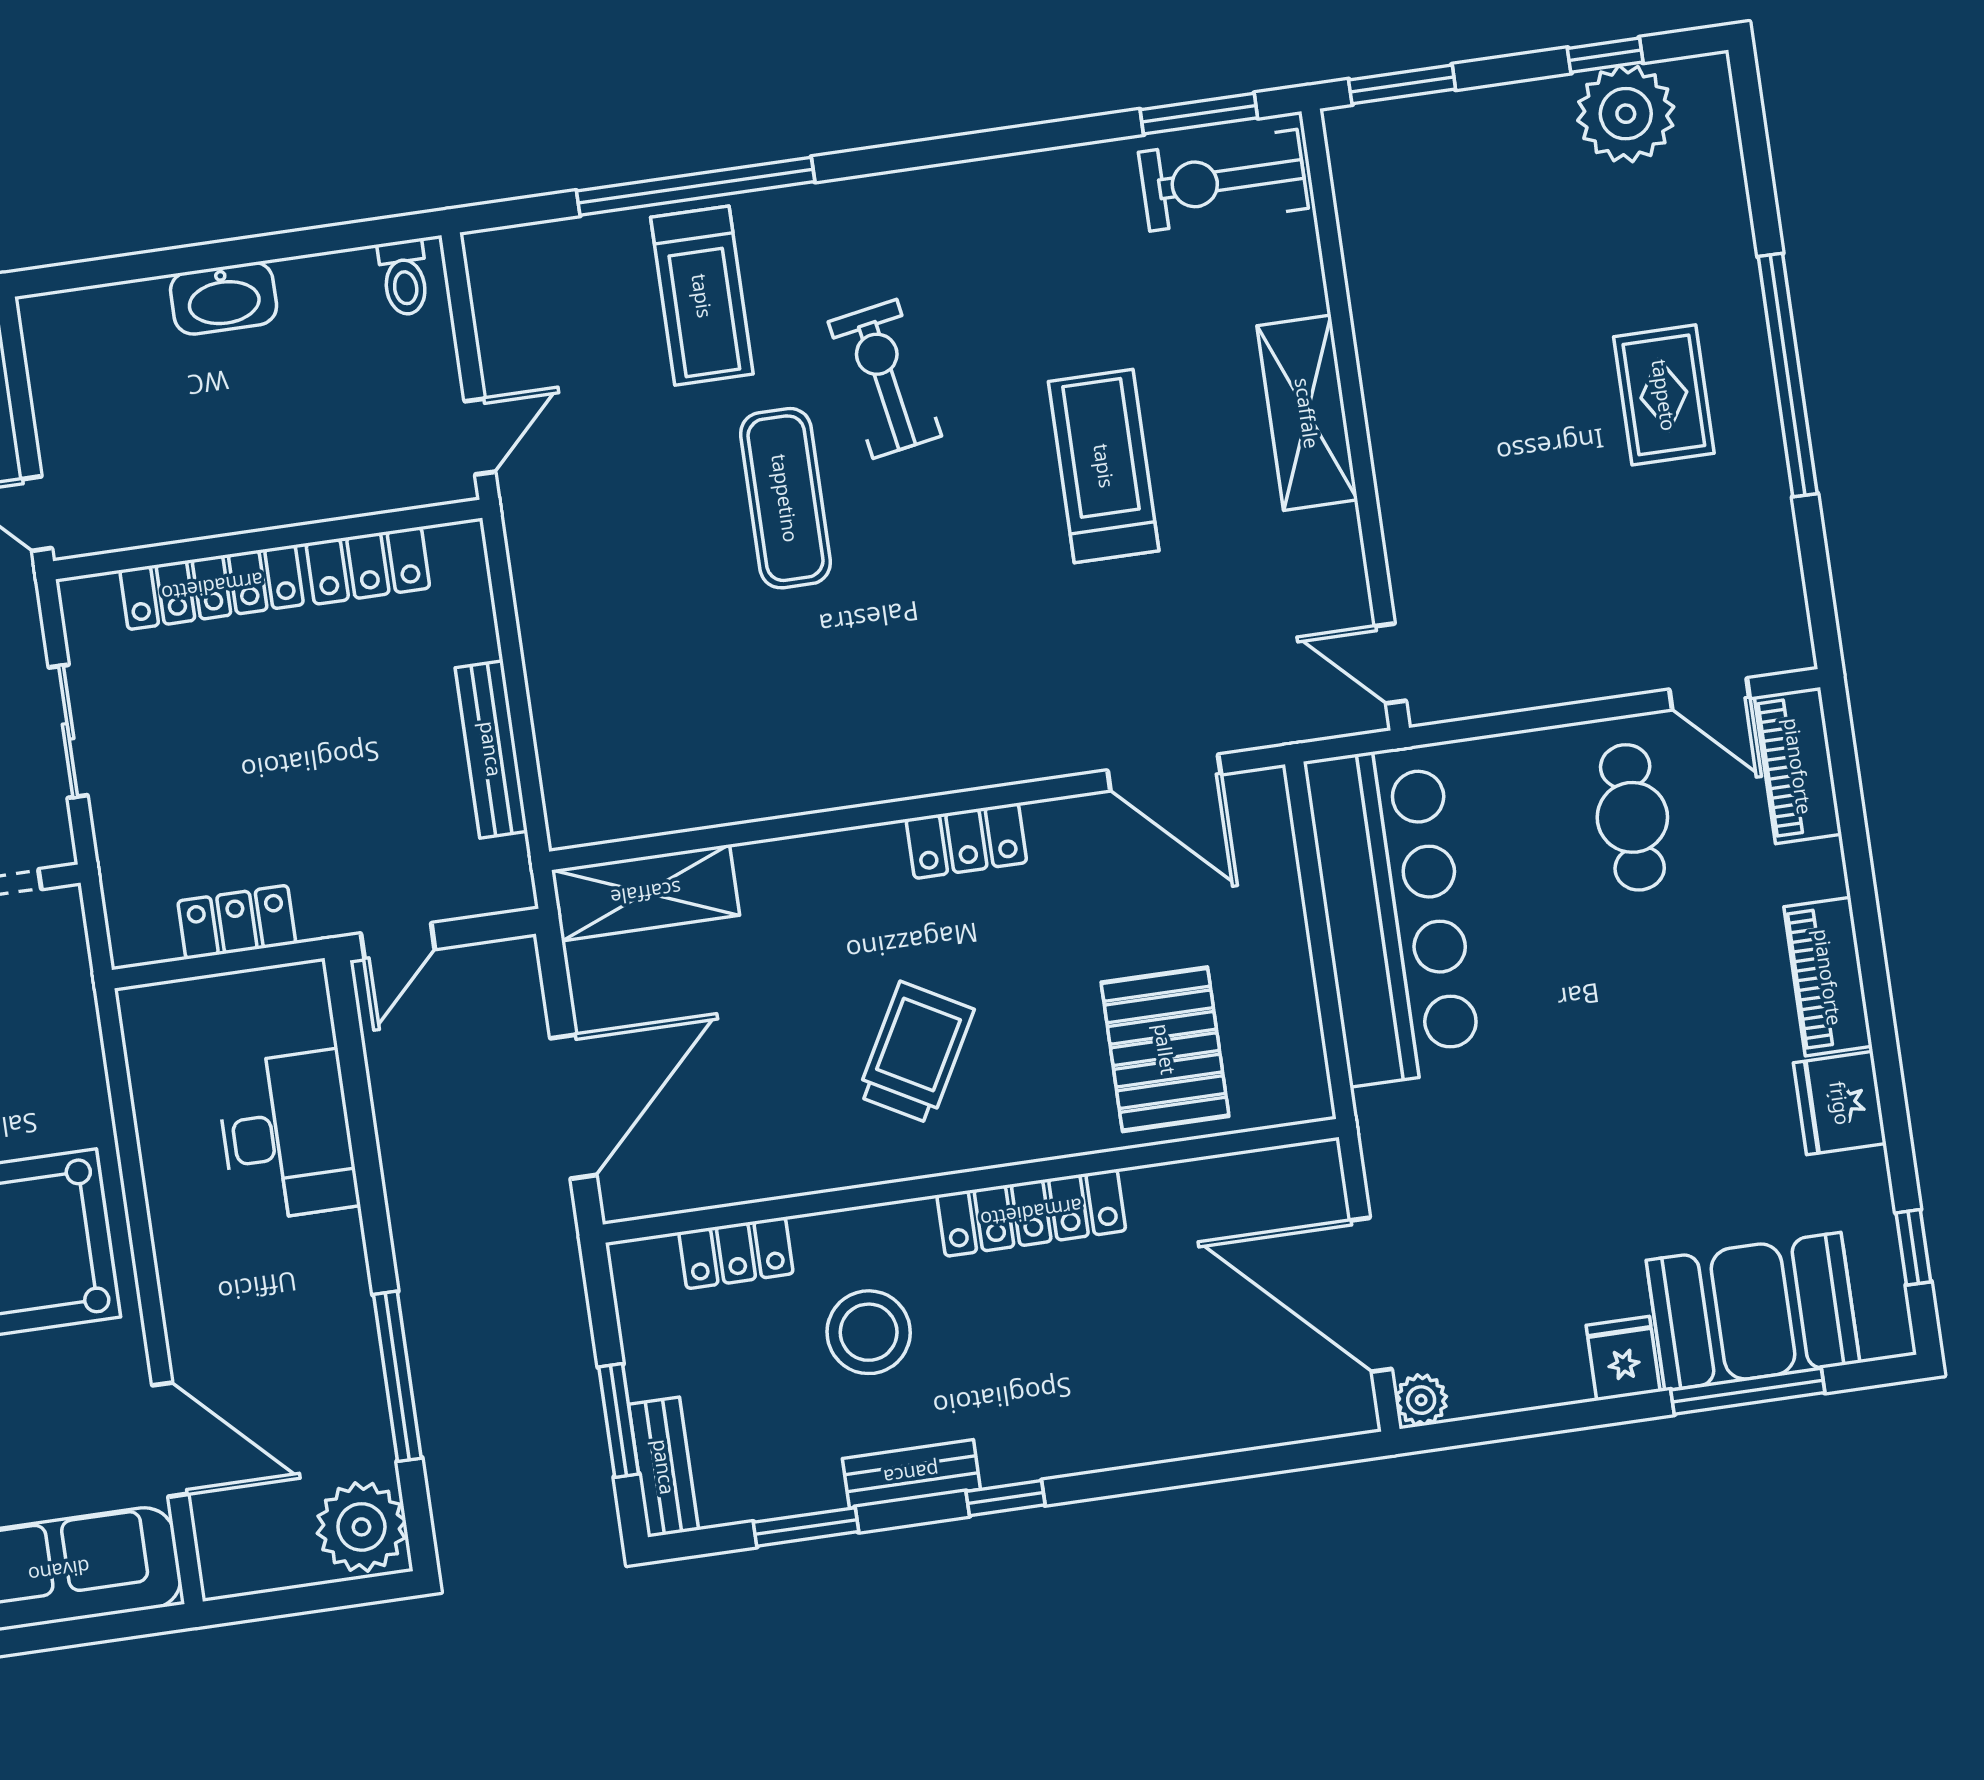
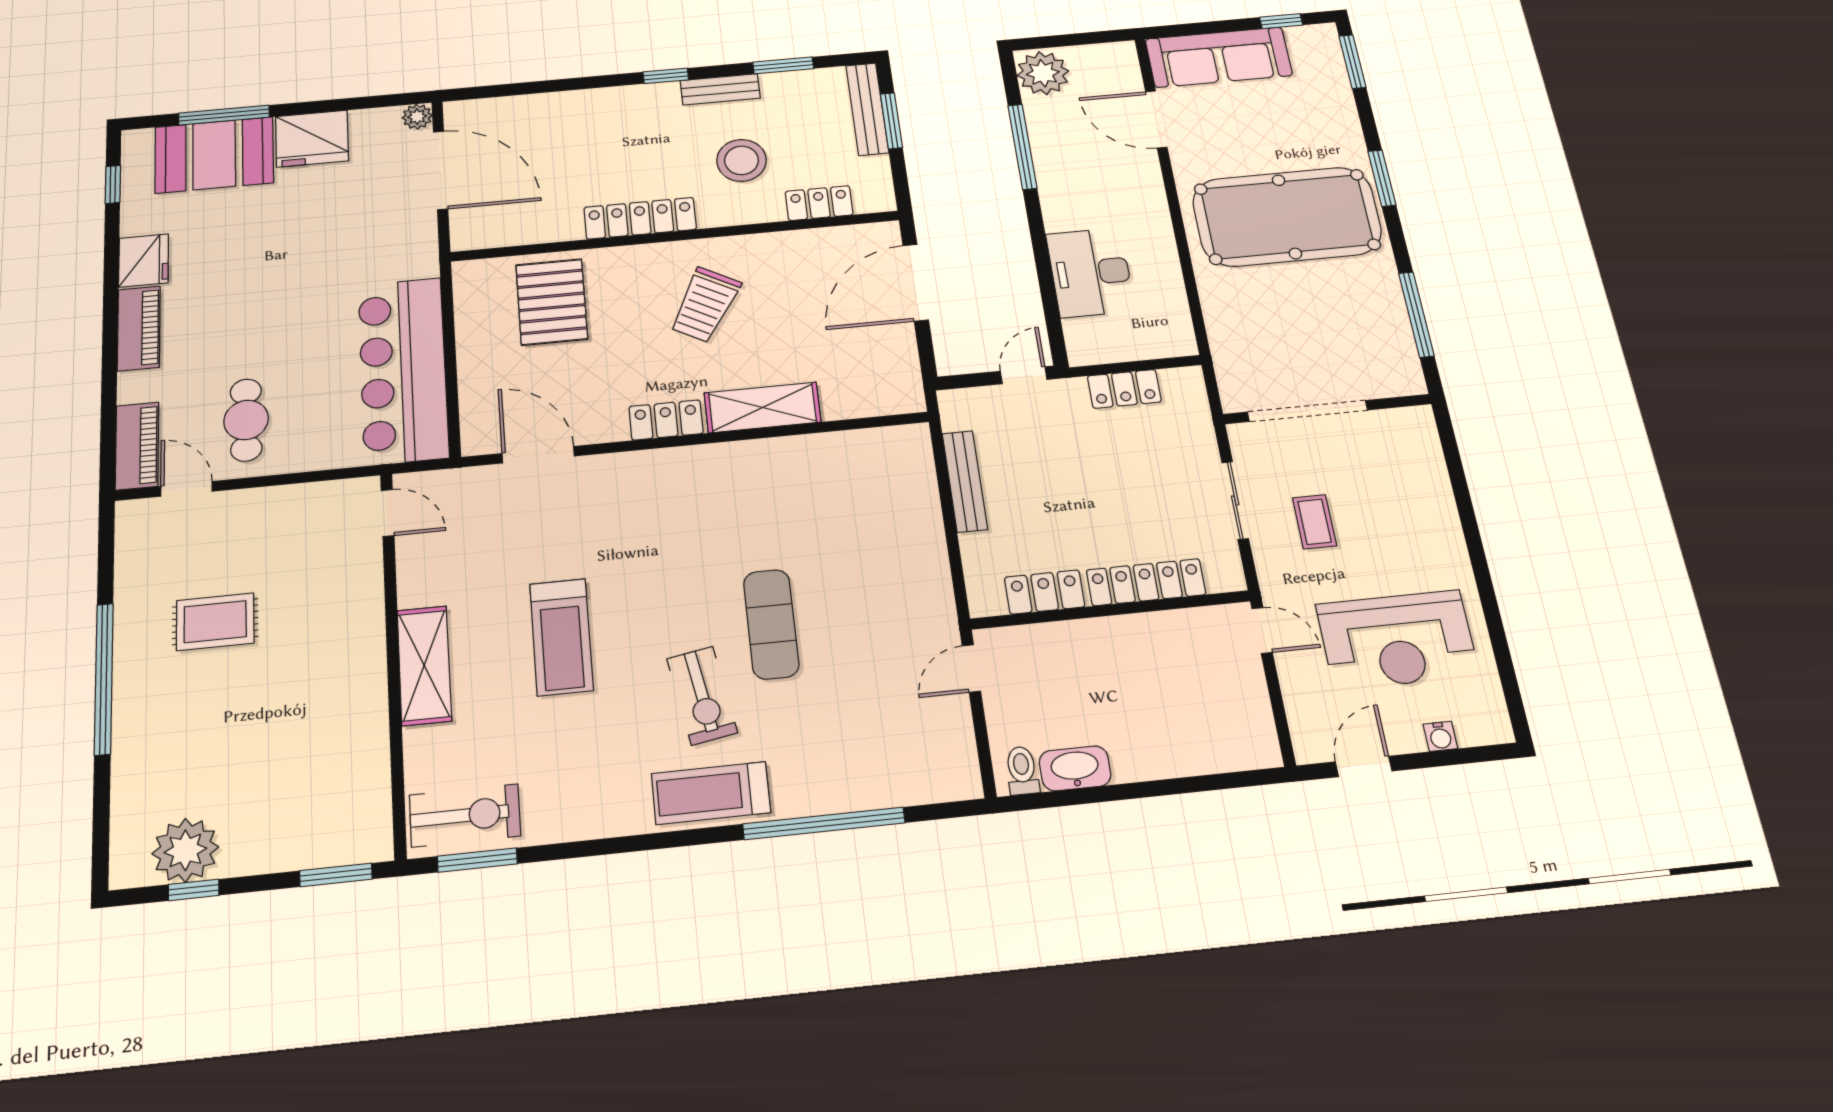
treadmill: (702, 296) -> (711, 793), moved, turned -90
washbasin: (224, 298) -> (1075, 768), moved
rug: (1664, 395) -> (215, 622), moved, turned 90
shelving: (646, 893) -> (762, 407), moved
fridge: (1623, 1358) -> (312, 139), width x1.88, depth x1.34
bench: (664, 1467) -> (867, 109), width x1.36

